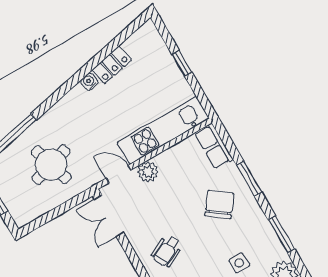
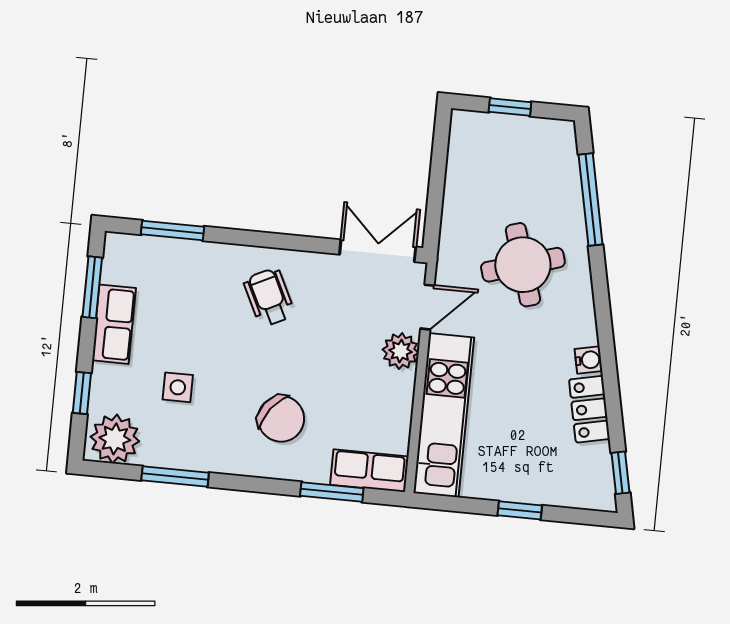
window: (131, 29) -> (620, 473), added
round table: (51, 165) -> (523, 265), moved
window: (249, 179) -> (332, 492), moved

